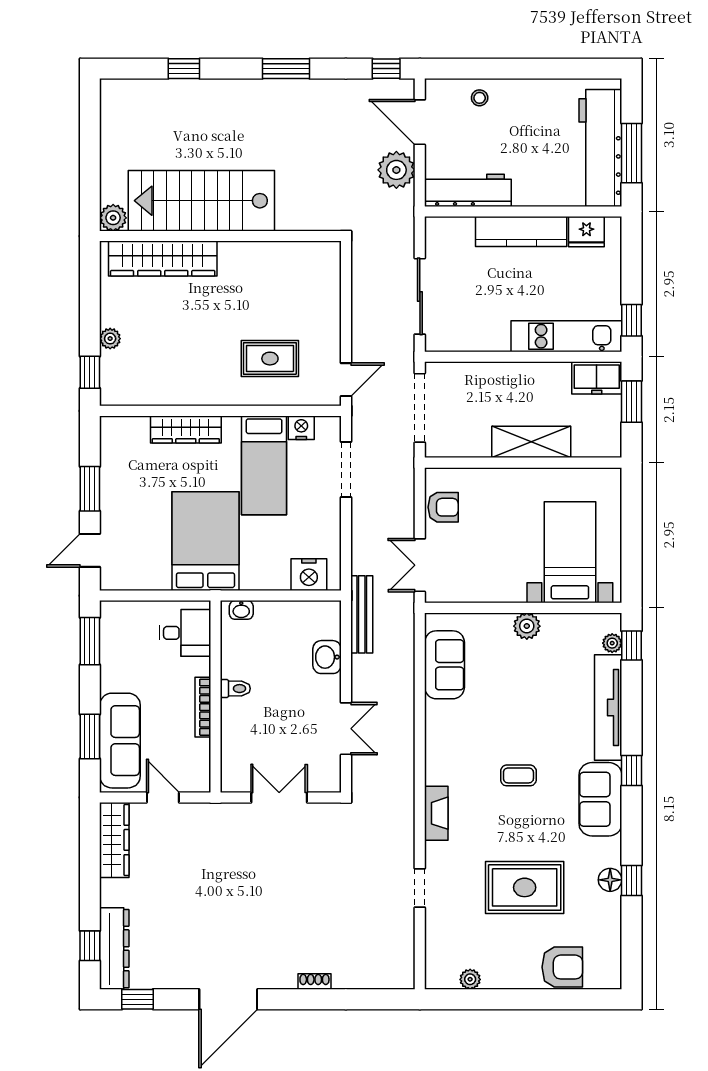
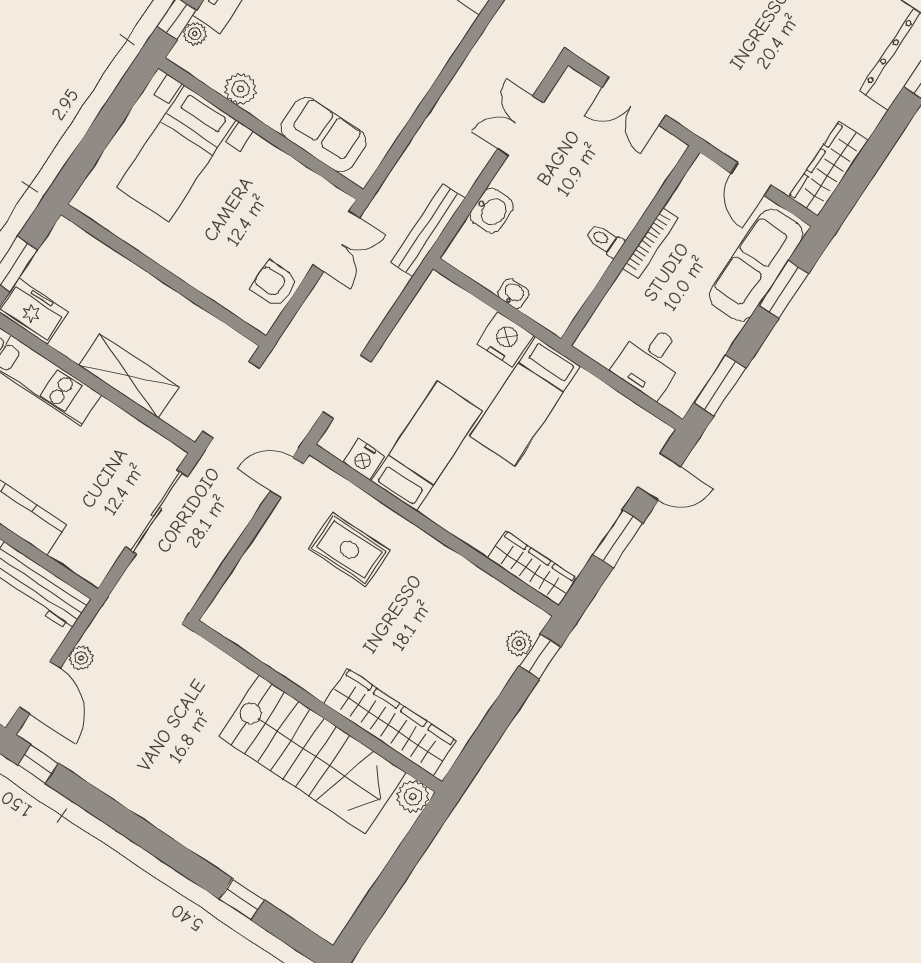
window: (286, 69) -> (139, 831), removed
plant: (396, 170) -> (81, 658), width x0.53, depth x0.53
plant: (110, 339) -> (519, 643), moved
wardrobe: (186, 429) -> (532, 568), moved
shelving: (531, 442) -> (129, 376), moved
bed: (205, 541) -> (525, 401), width x0.67
nightstand: (309, 575) -> (505, 339), moved
washbasin: (241, 610) -> (513, 293), moved
plant: (527, 626) -> (241, 89), moved
desk: (185, 633) -> (650, 361), moved, turned -90
sofa: (445, 665) -> (324, 135), moved, turned 90

